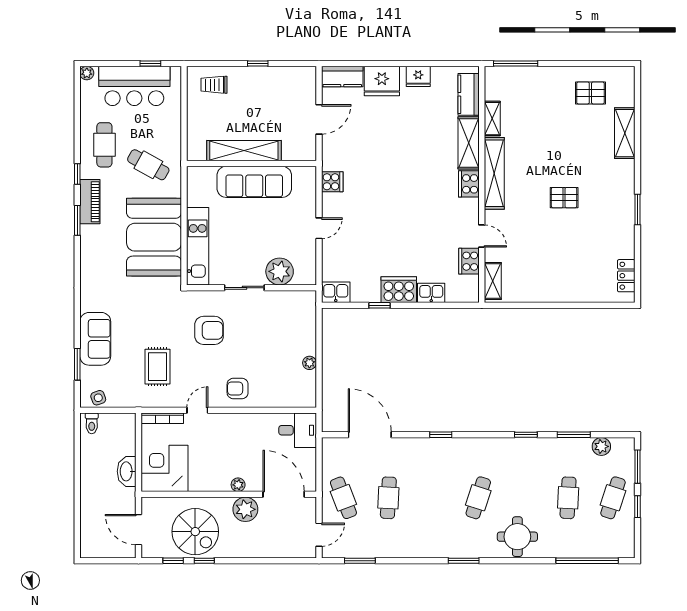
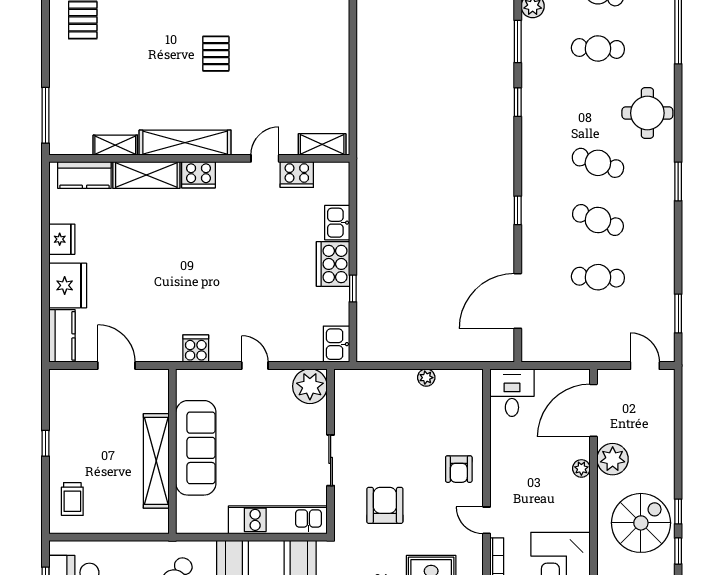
plant: (280, 271) -> (310, 386), moved
cafe table: (343, 498) -> (598, 220), moved, turned 42

